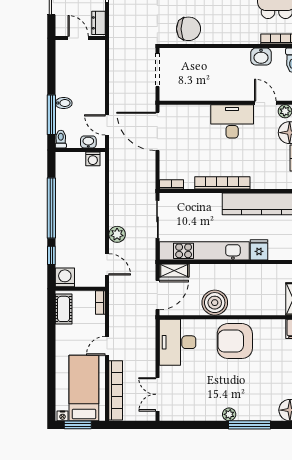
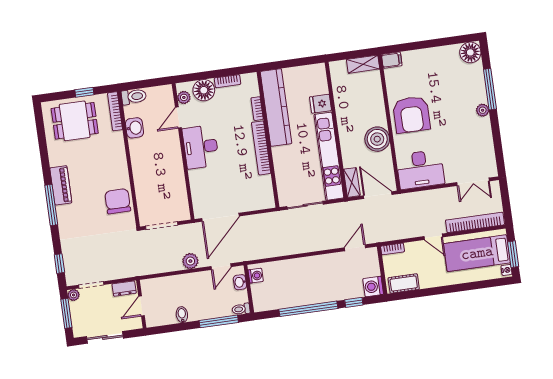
bidet: (64, 103) -> (182, 315), moved
bookcase: (172, 184) -> (257, 109), moved
plant: (117, 234) -> (190, 261), moved

